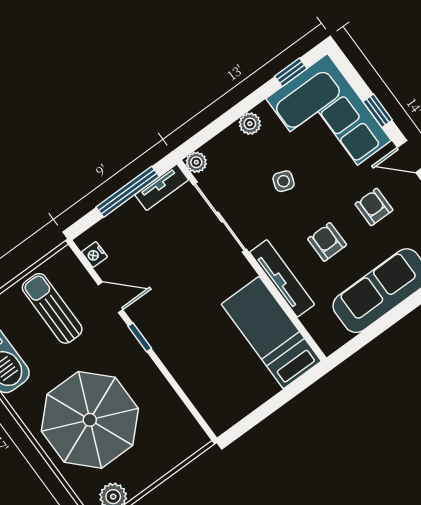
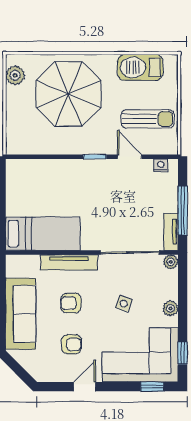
window: (378, 111) -> (152, 387), moved
armchair: (327, 242) -> (71, 303), turned 180
door: (111, 297) -> (130, 157), swing flipped

